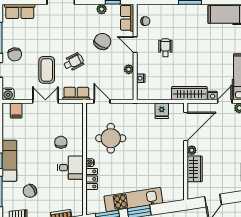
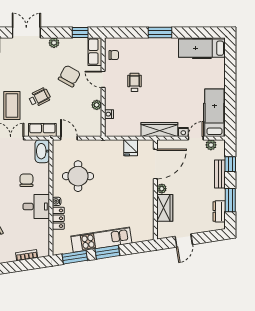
plant: (102, 9) -> (54, 43), moved
washbasin: (76, 114) -> (42, 151), added

